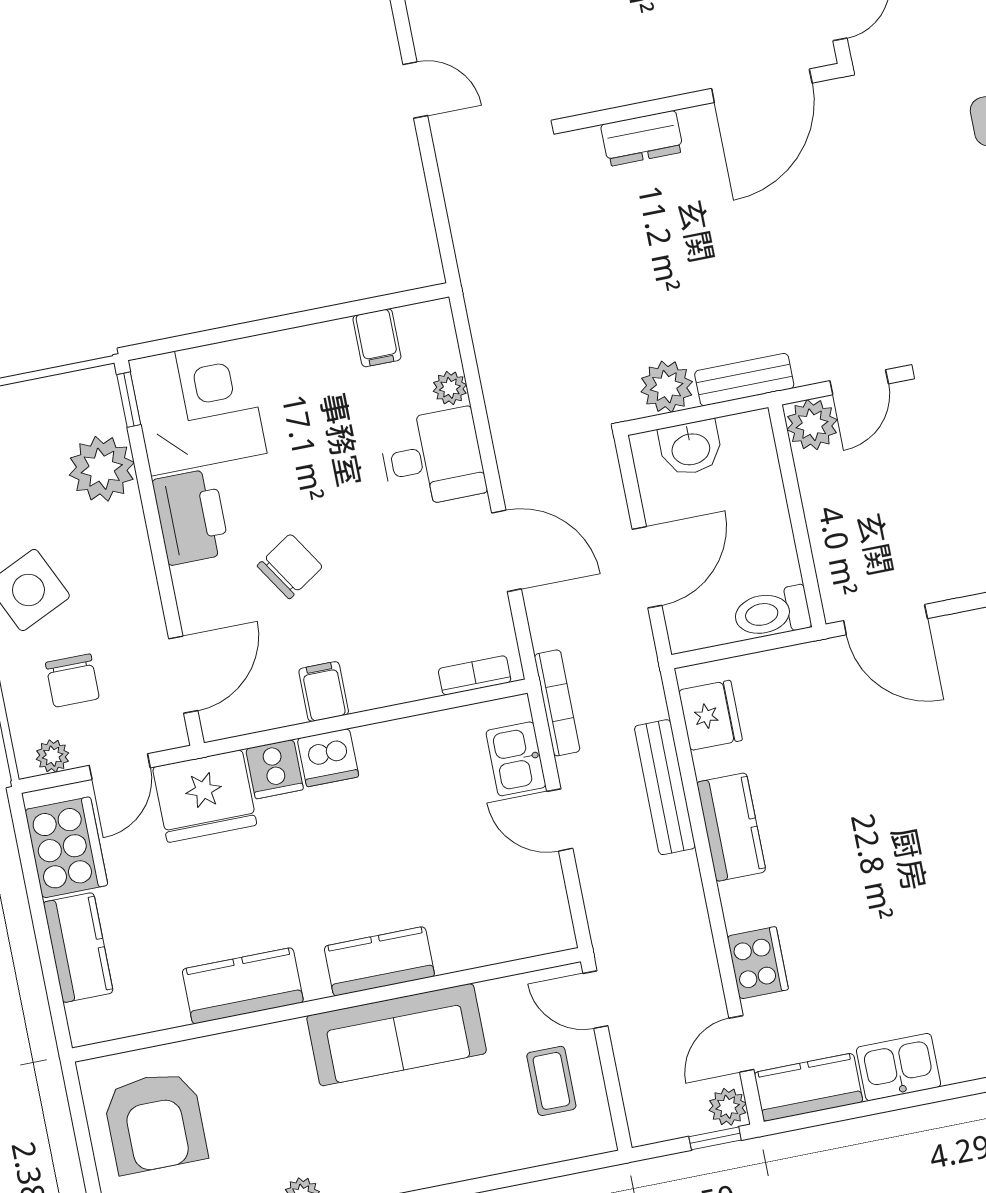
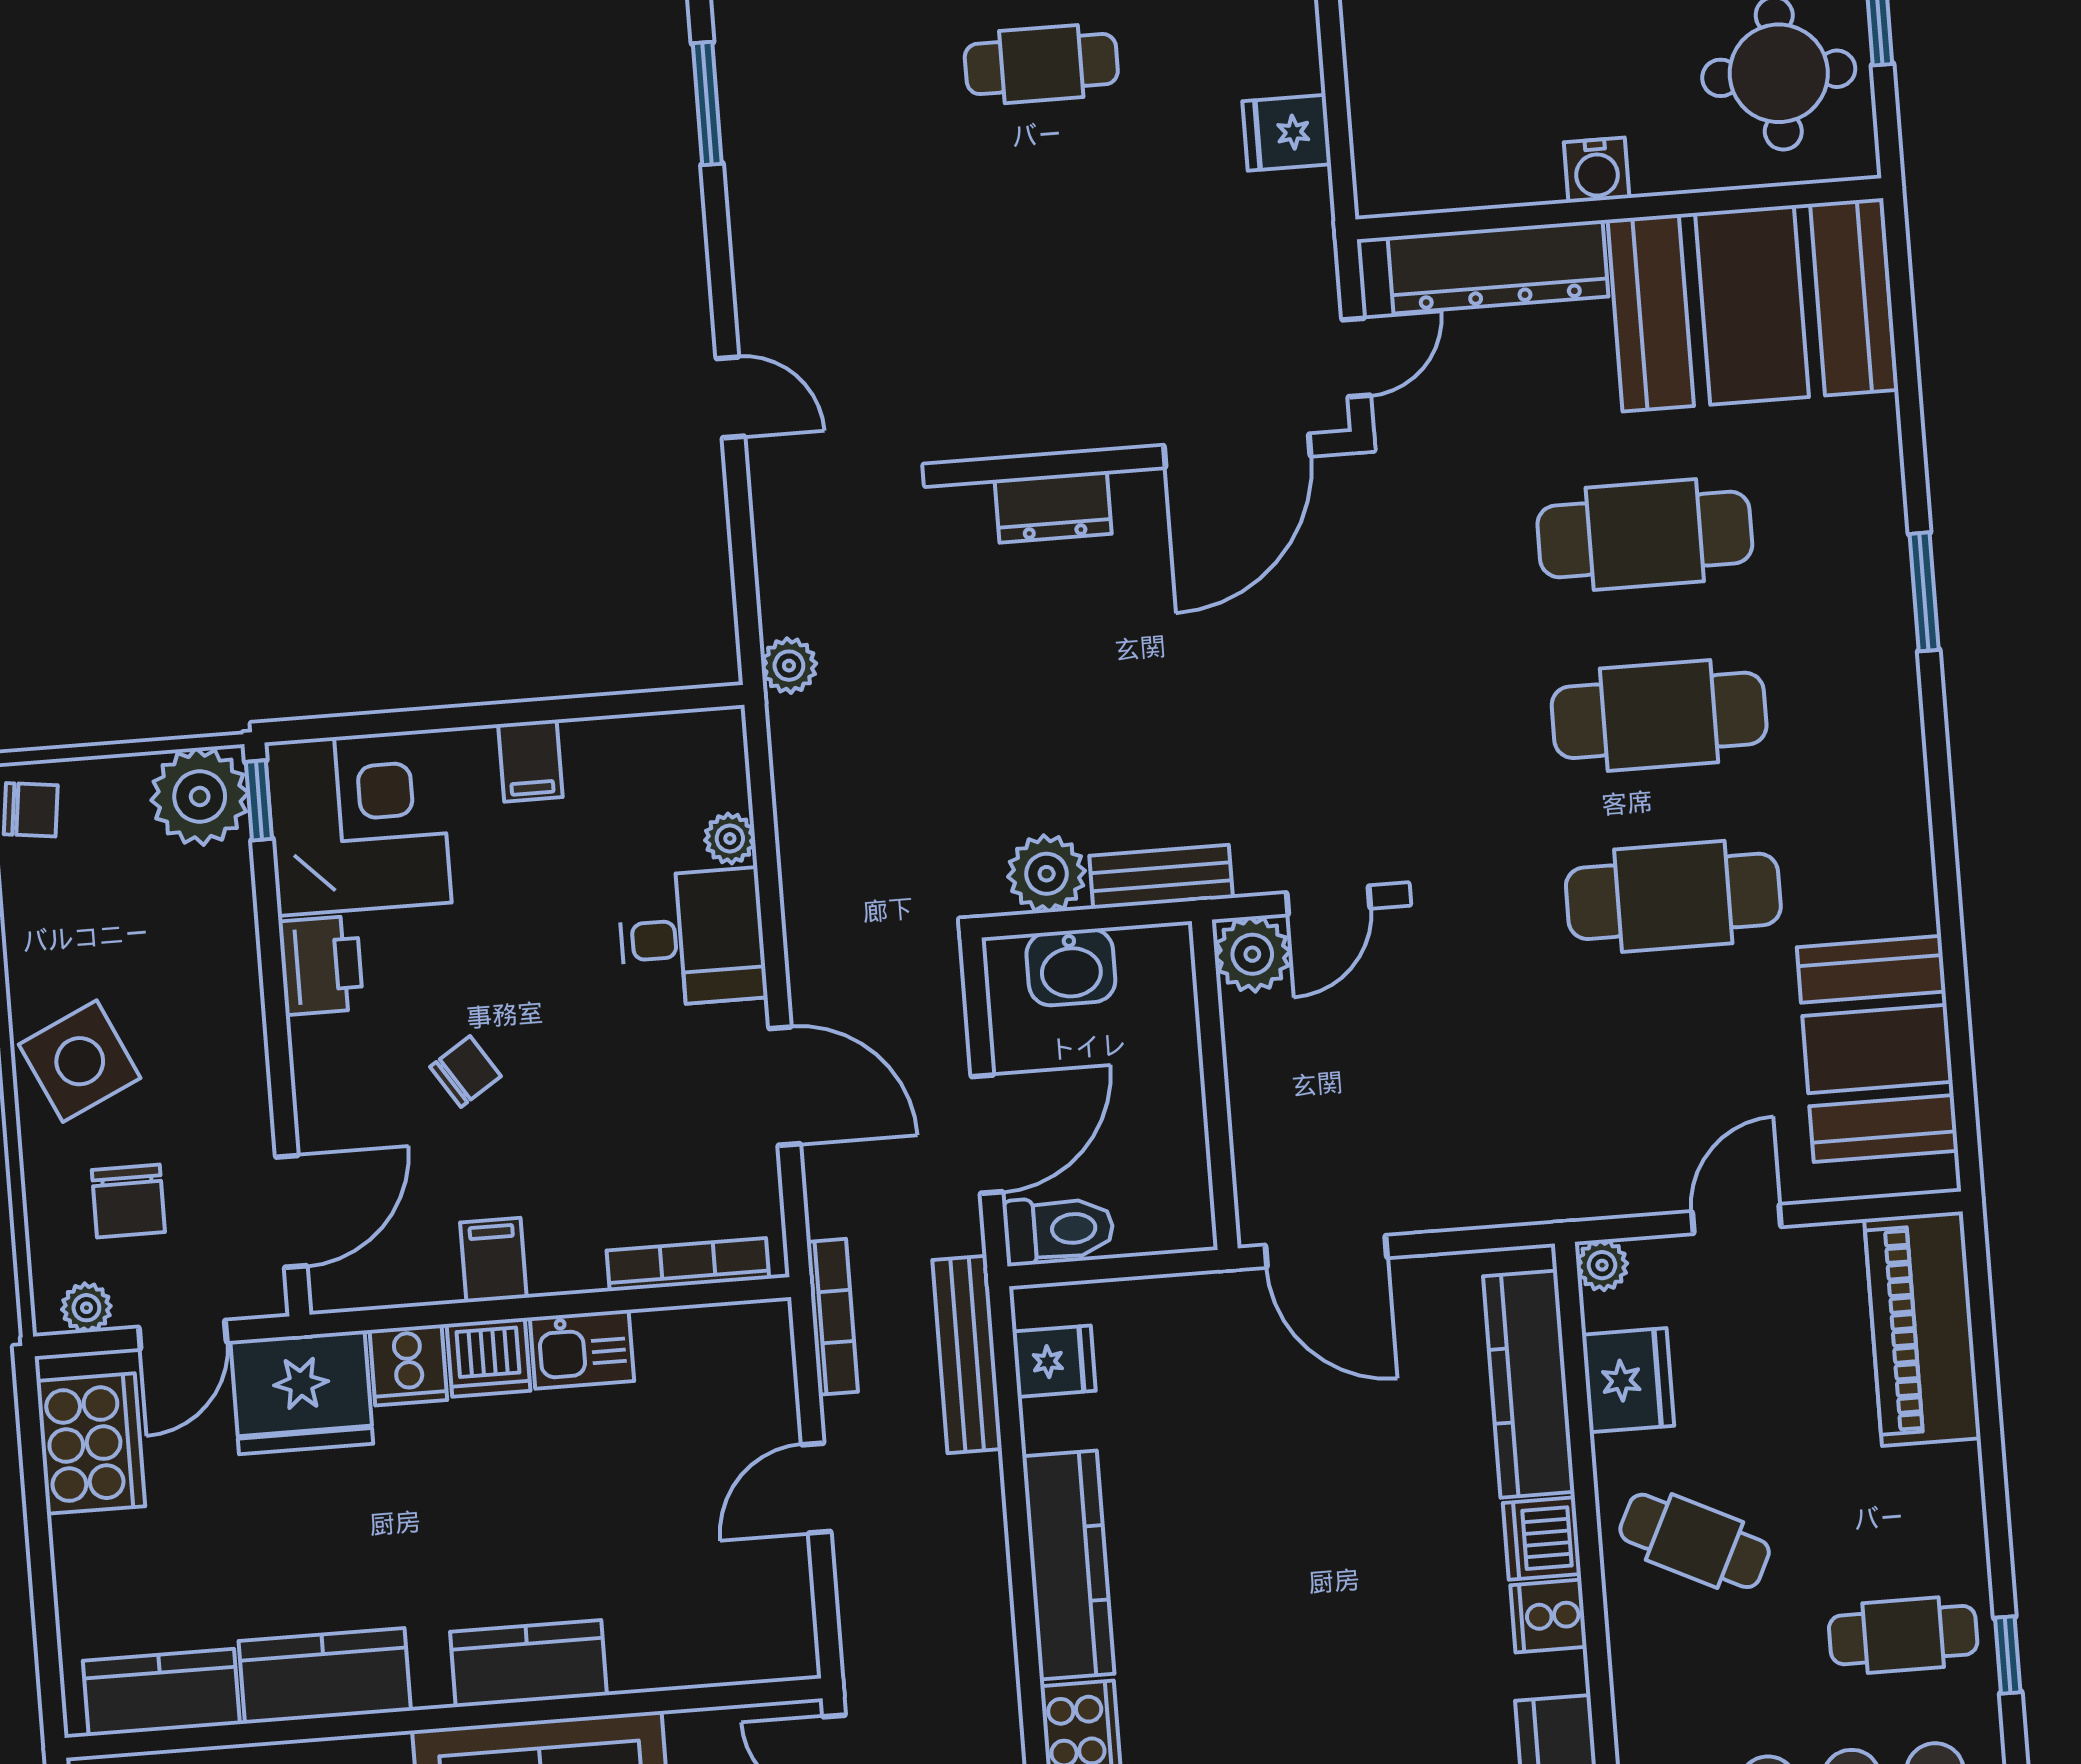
plant: (476, 266) -> (789, 666), added
filing cabinet: (377, 338) -> (530, 761), moved
plant: (102, 469) -> (200, 797), moved
printer: (191, 517) -> (321, 965), width x0.73, depth x0.84
chair: (290, 566) -> (466, 1071), width x0.73, depth x0.73
toilet: (772, 612) -> (1059, 1230), moved, turned 180
bookcase: (475, 675) -> (688, 1265), width x1.56
fridge: (710, 715) -> (1054, 1361), width x0.72
kitchen sink: (516, 759) -> (582, 1349), moved, turned -90
bench: (665, 787) -> (967, 1355), moved
door: (560, 820) -> (816, 1488), hinge flipped
kitchen counter: (731, 827) -> (1068, 1565), width x1.50
kitchen counter: (78, 947) -> (161, 1692), moved, turned -90

